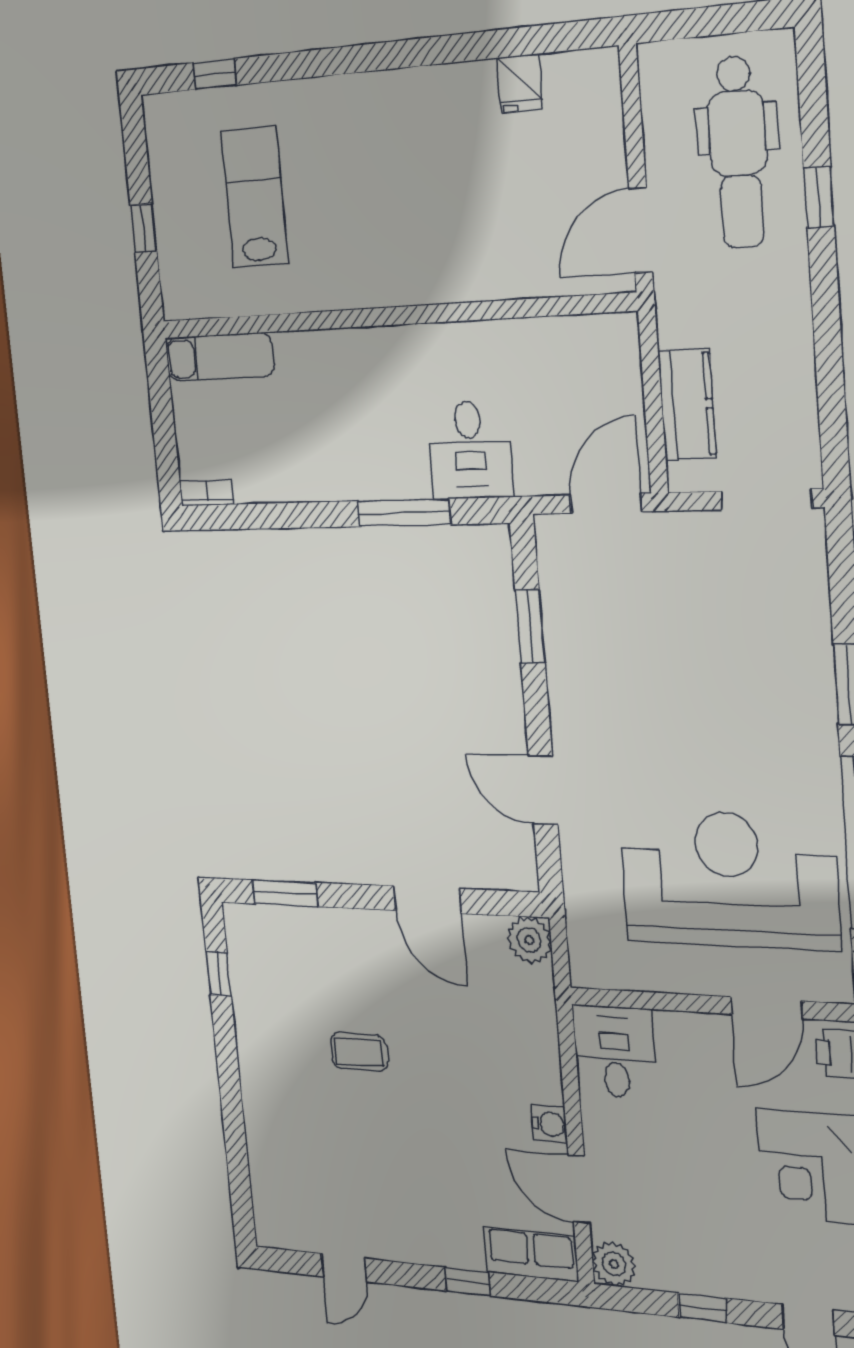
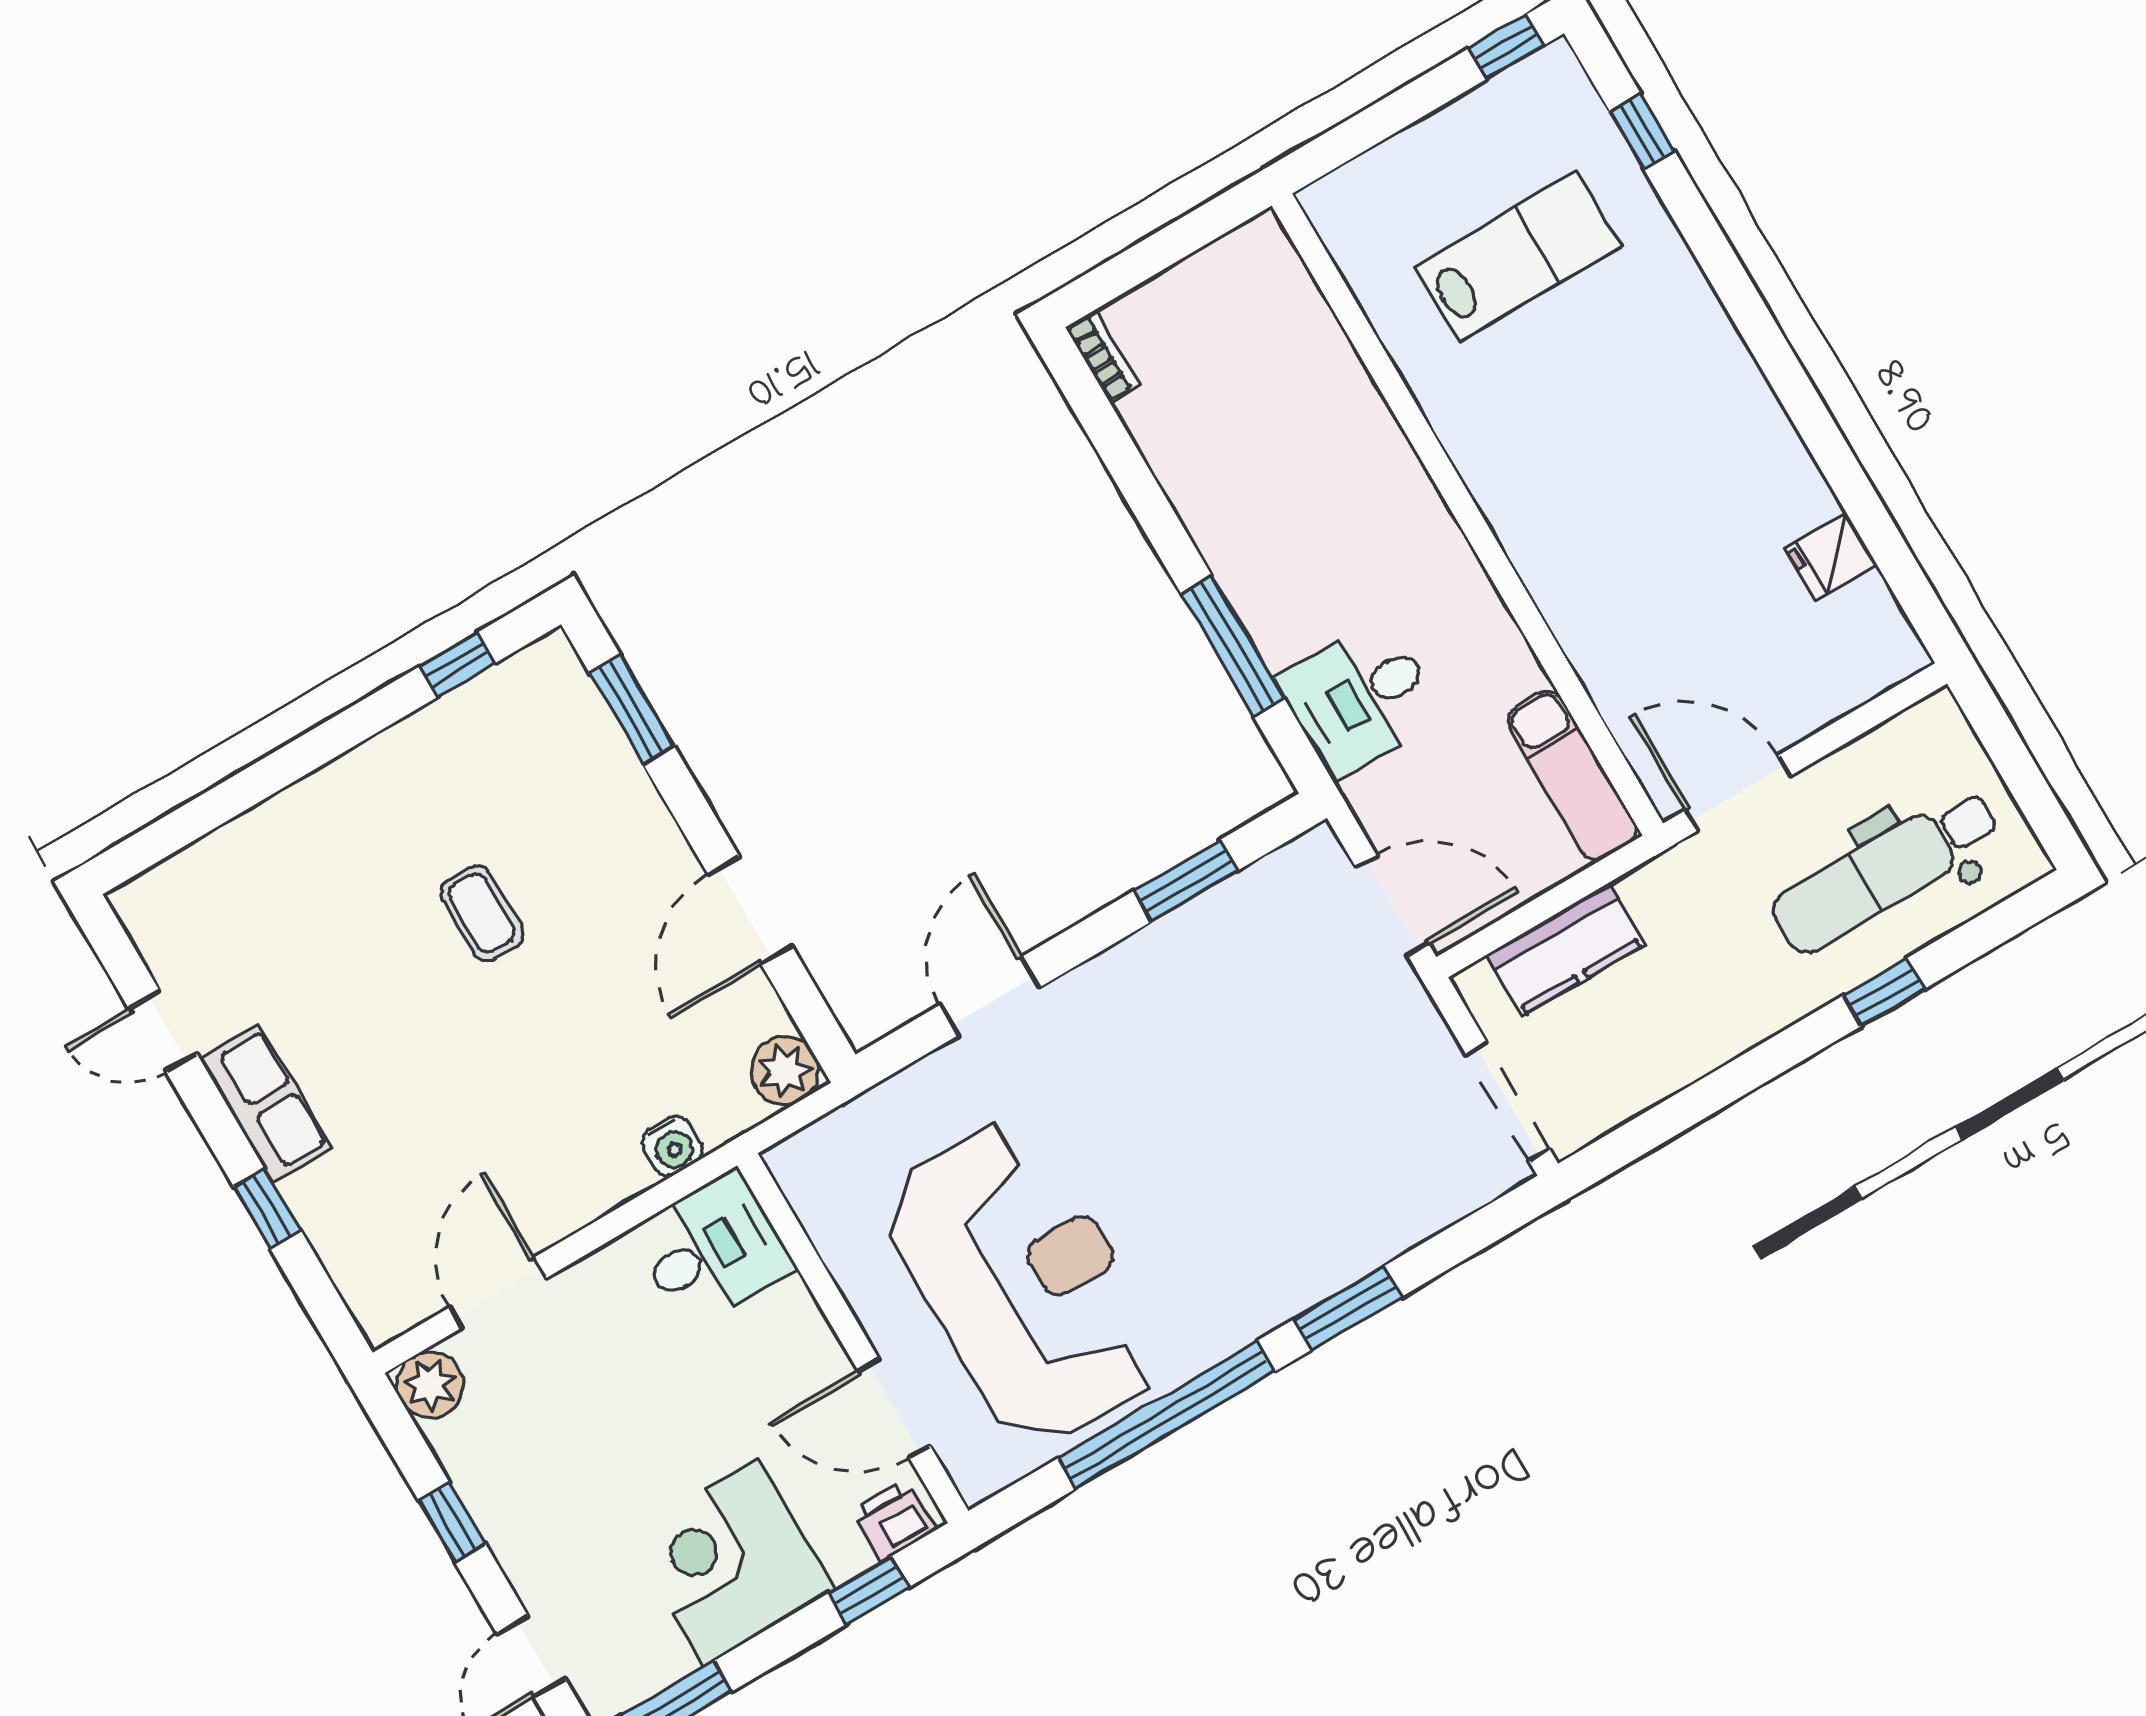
window: (143, 228) -> (1506, 47), moved
exam couch: (220, 357) -> (1572, 776), moved
water cooler: (549, 1124) -> (672, 1146), moved
row of seats: (531, 1254) -> (266, 1103), moved

